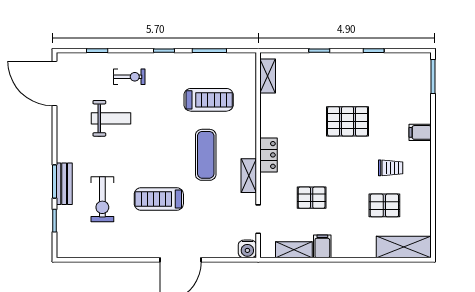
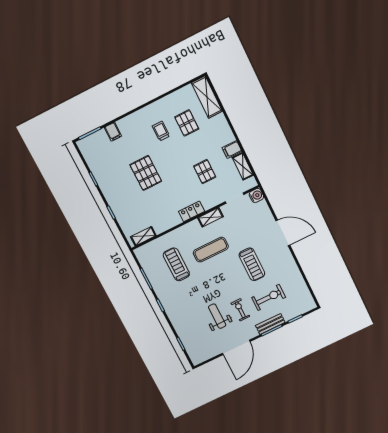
exercise bike: (129, 77) -> (240, 310), moved
door: (54, 83) -> (236, 347), moved
filing cabinet: (420, 132) -> (113, 132), moved

